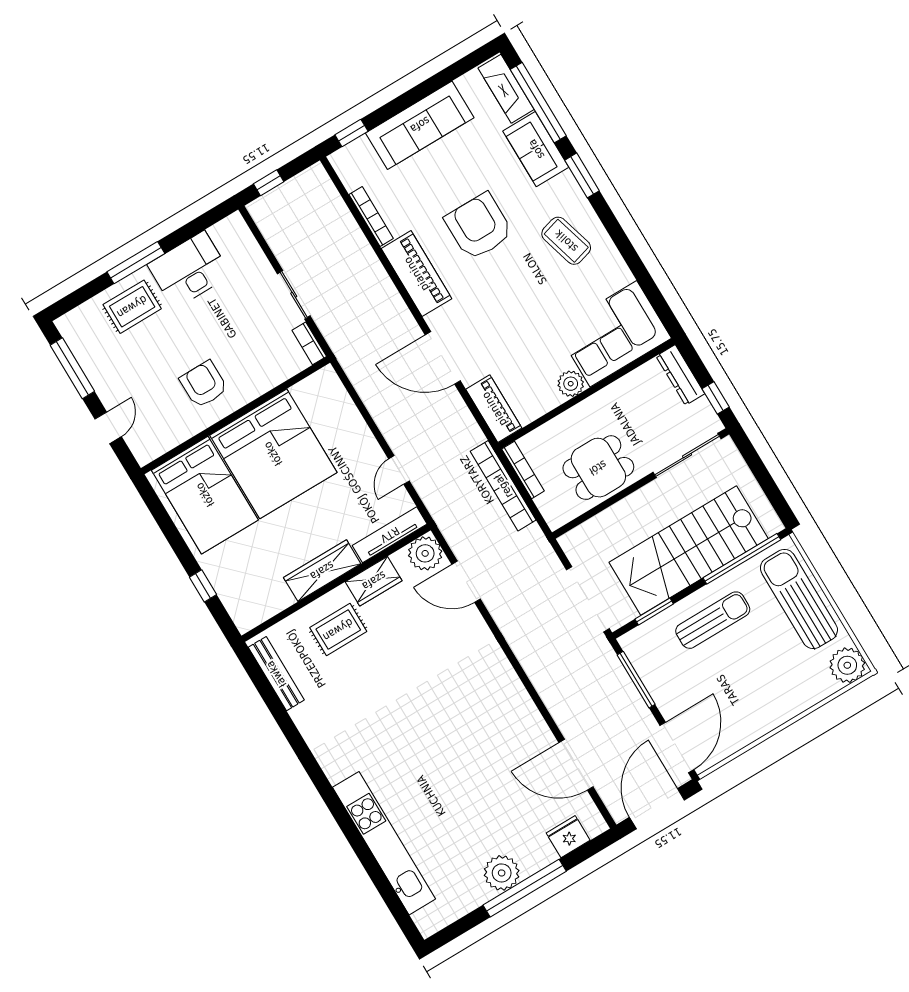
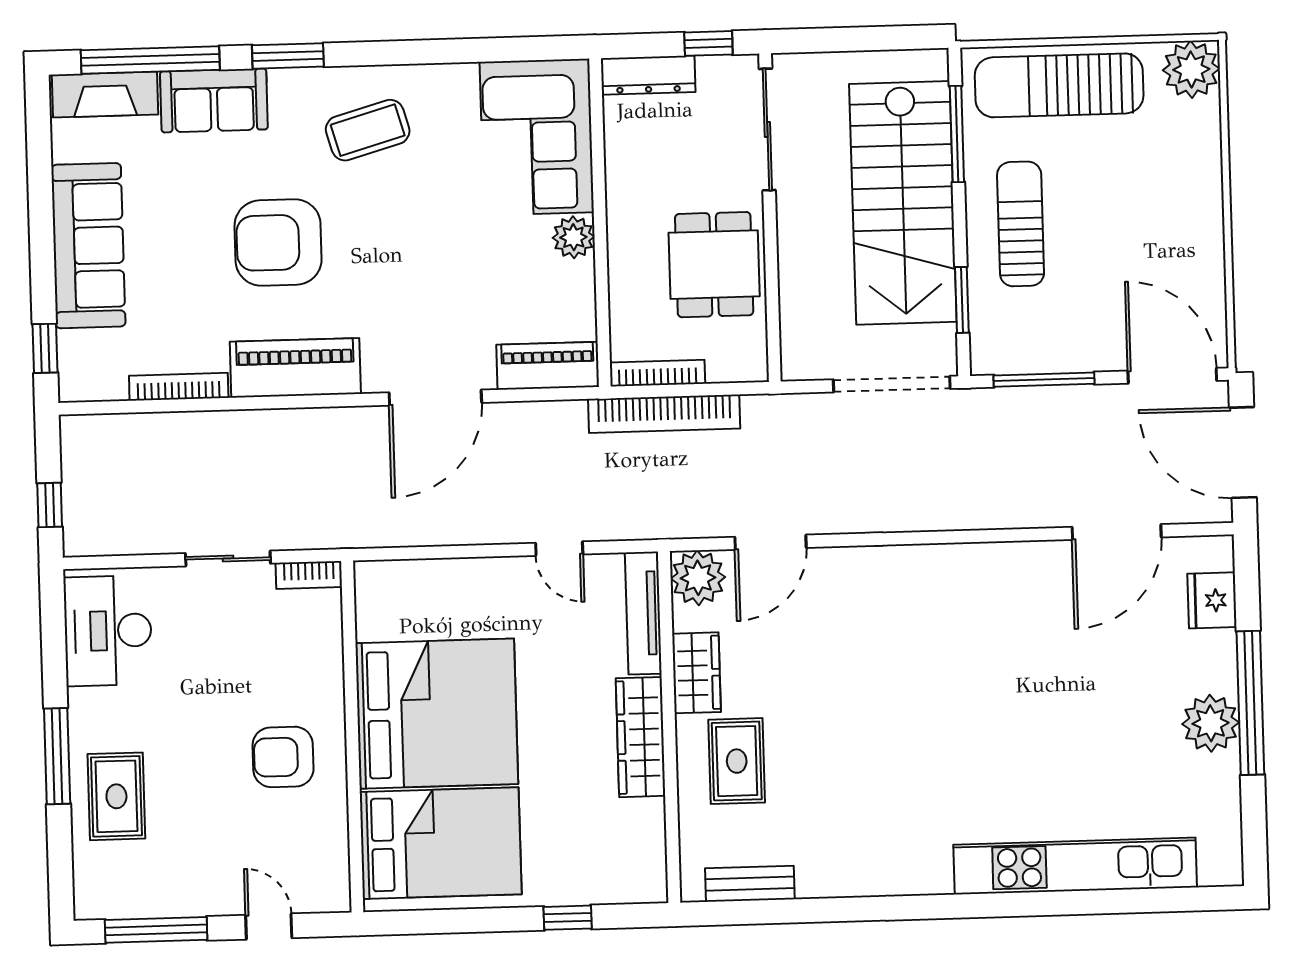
desk: (189, 270) -> (108, 631), moved
window: (742, 559) -> (957, 134), width x0.68
bench: (276, 674) -> (750, 884), width x0.73

